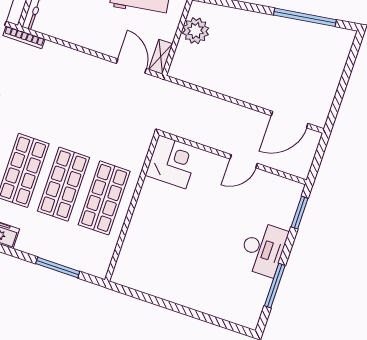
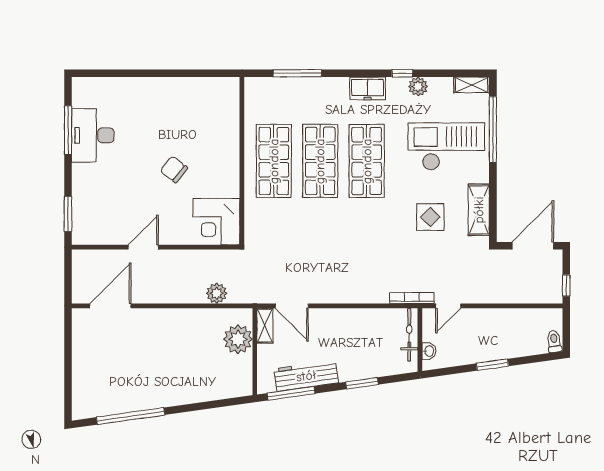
plant: (196, 31) -> (238, 339), moved
plant: (193, 99) -> (217, 293), added
chair: (194, 220) -> (174, 169), added
desk: (263, 249) -> (93, 135), moved

